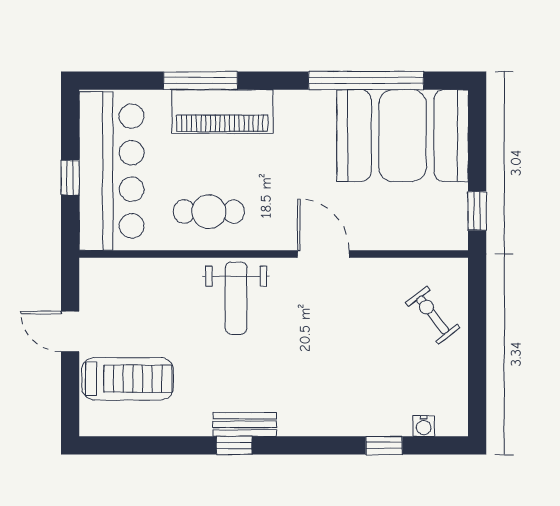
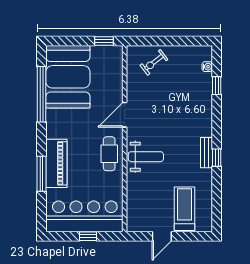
cafe table: (209, 212) -> (109, 154), moved

